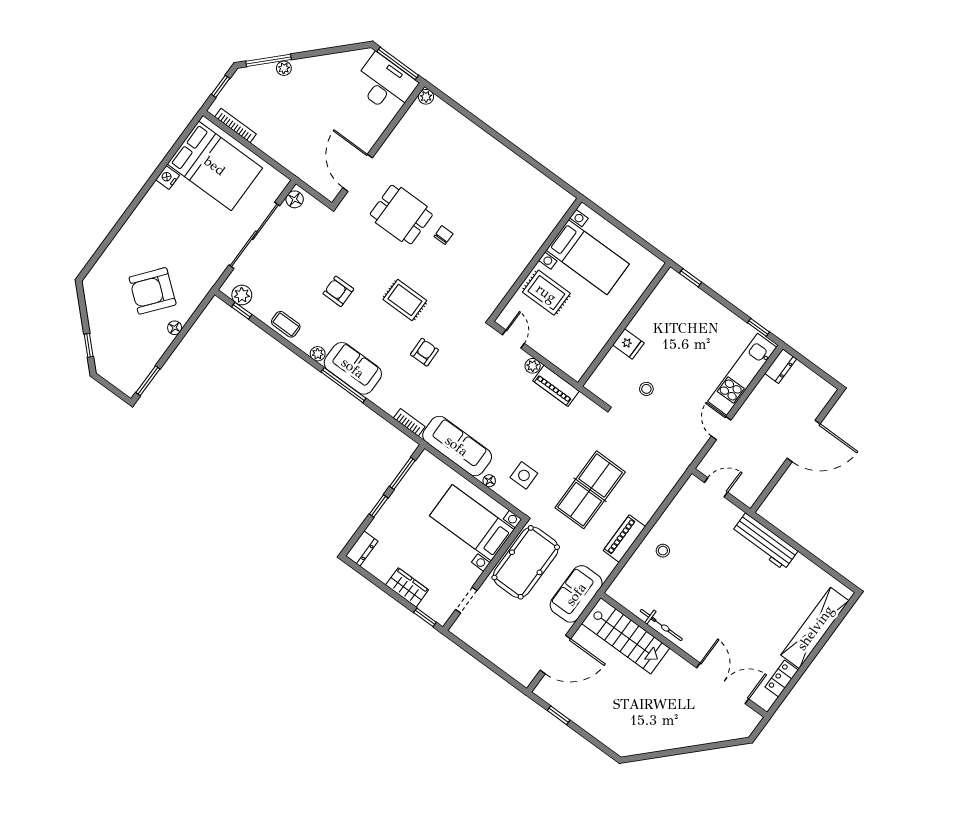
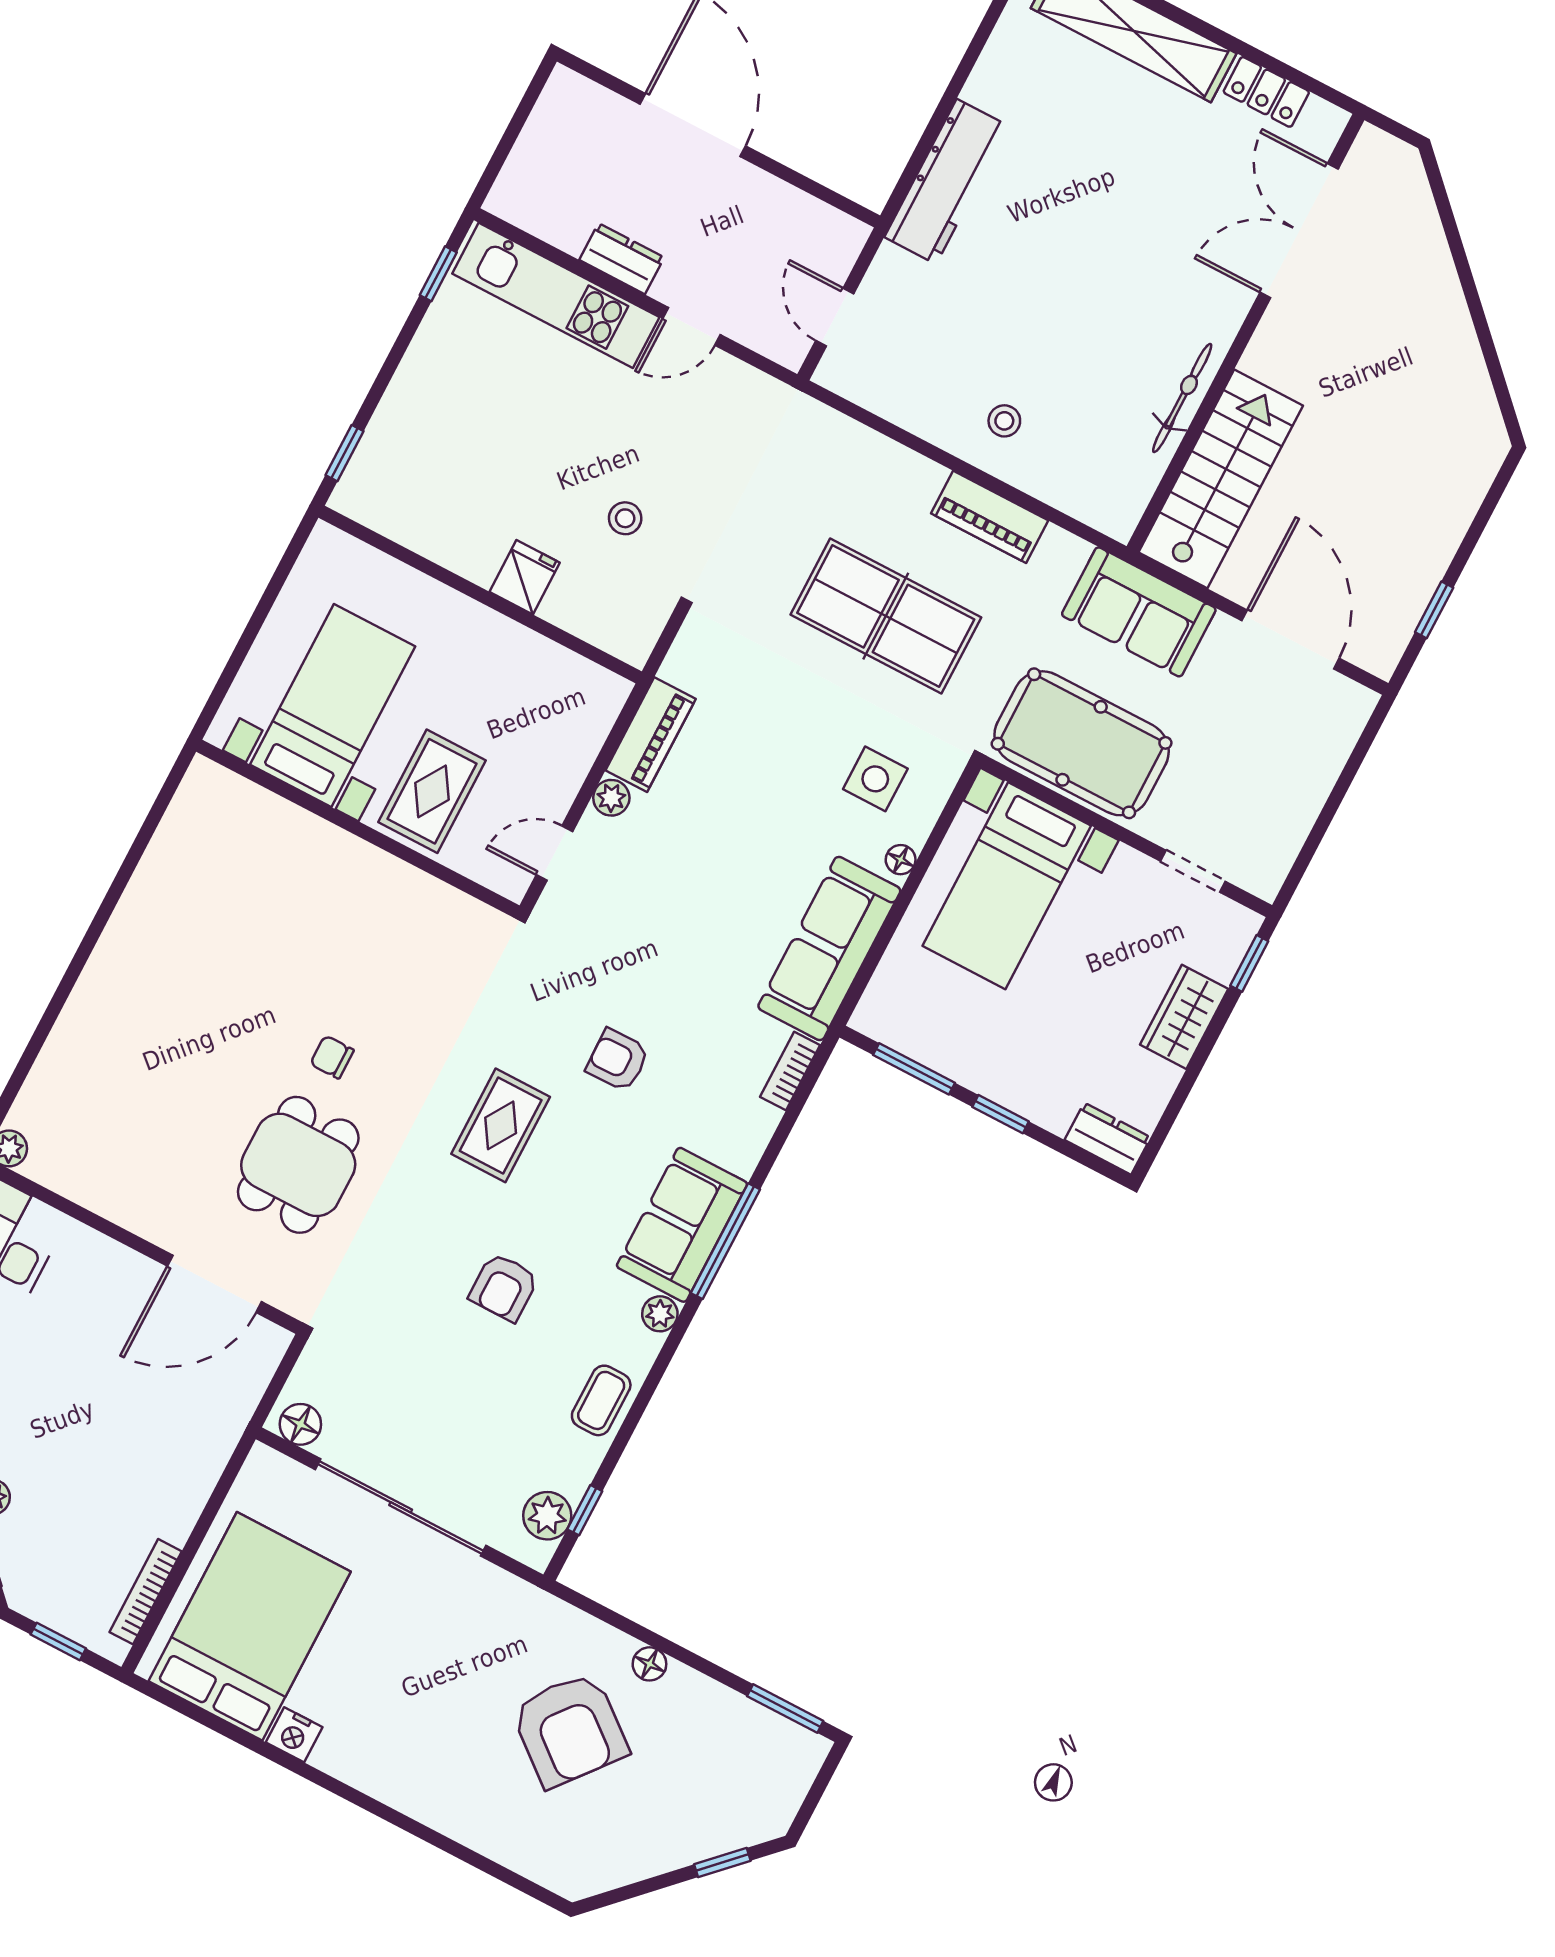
dresser: (781, 366) -> (622, 259), moved

